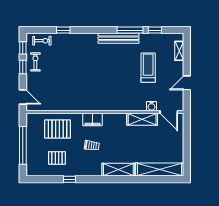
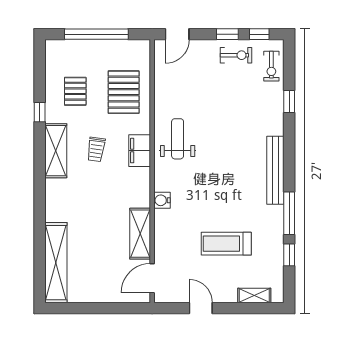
bench: (119, 38) -> (275, 170), moved
treadmill: (148, 68) -> (226, 244), turned 180
weight bench: (85, 97) -> (178, 139), added
water cooler: (152, 106) -> (162, 200), moved
shelving: (118, 170) -> (56, 151), moved

